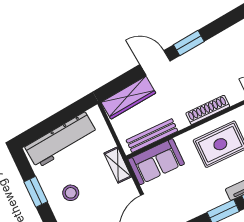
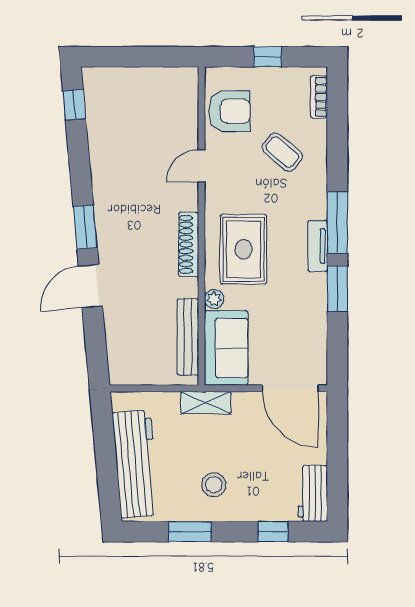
wardrobe: (128, 98) -> (121, 345), removed
plant: (182, 141) -> (214, 299), added

